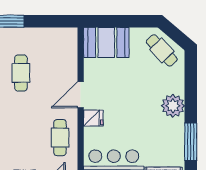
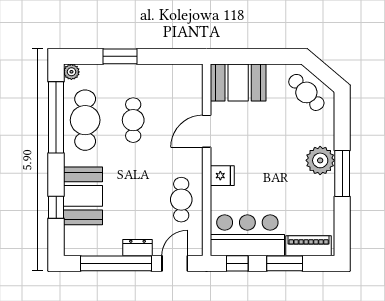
door: (81, 95) -> (207, 131), moved
window: (191, 142) -> (342, 173), moved

